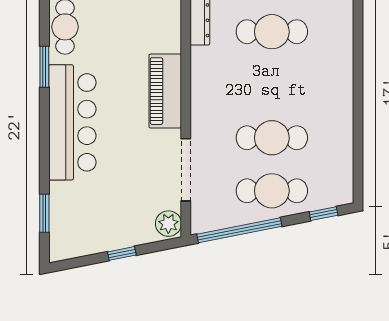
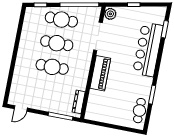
cafe table: (272, 32) -> (52, 67), moved
bar counter: (72, 122) -> (148, 49), moved

